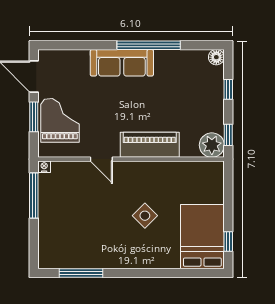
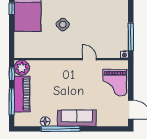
floor lamp: (216, 57) -> (45, 122), moved
window: (228, 89) -> (12, 102), width x2.17
window: (34, 117) -> (131, 85), removed
piano: (150, 145) -> (22, 94), moved, turned -90

